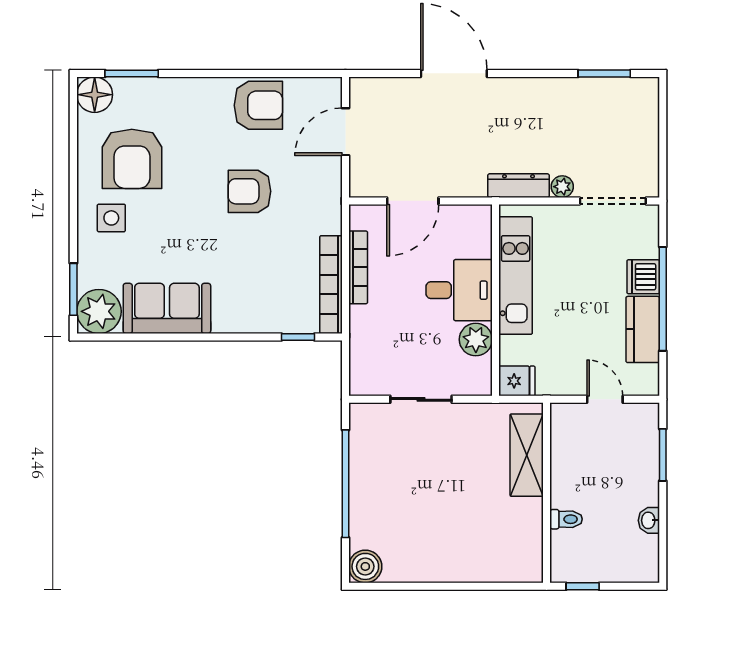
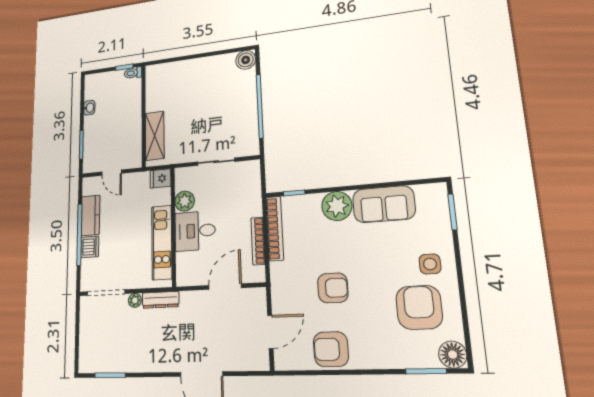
plant: (99, 311) -> (337, 206), moved
toilet: (566, 519) -> (133, 73), moved

